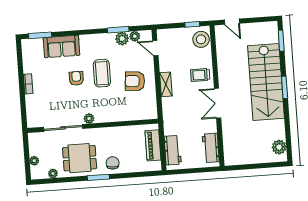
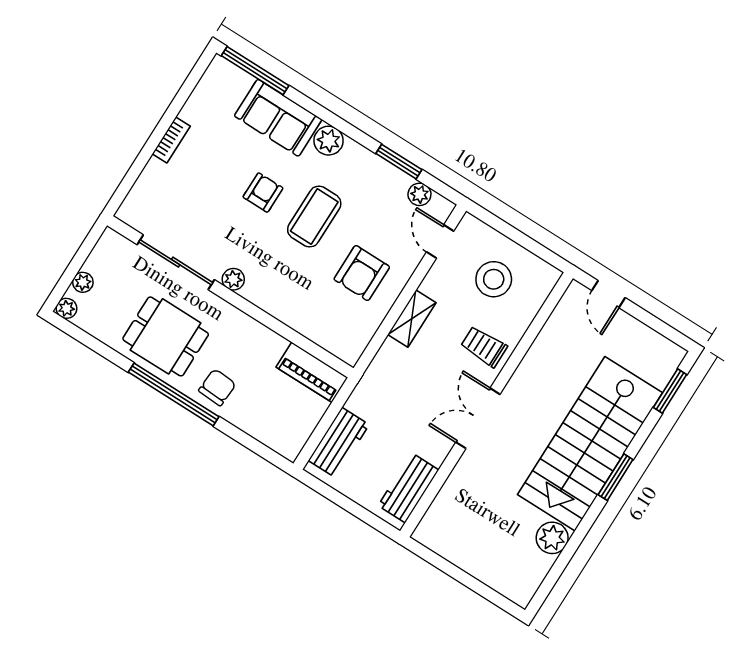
window: (192, 24) -> (535, 248), removed
window: (40, 35) -> (255, 71), width x1.44
plant: (122, 39) -> (329, 141), moved
stool: (201, 39) -> (494, 279), moved
armchair: (135, 81) -> (362, 273), turned -95
piano: (153, 145) -> (312, 372), moved, turned -90
plant: (279, 147) -> (552, 538), moved
plant: (53, 174) -> (66, 308), moved
window: (98, 177) -> (174, 394), width x2.11

